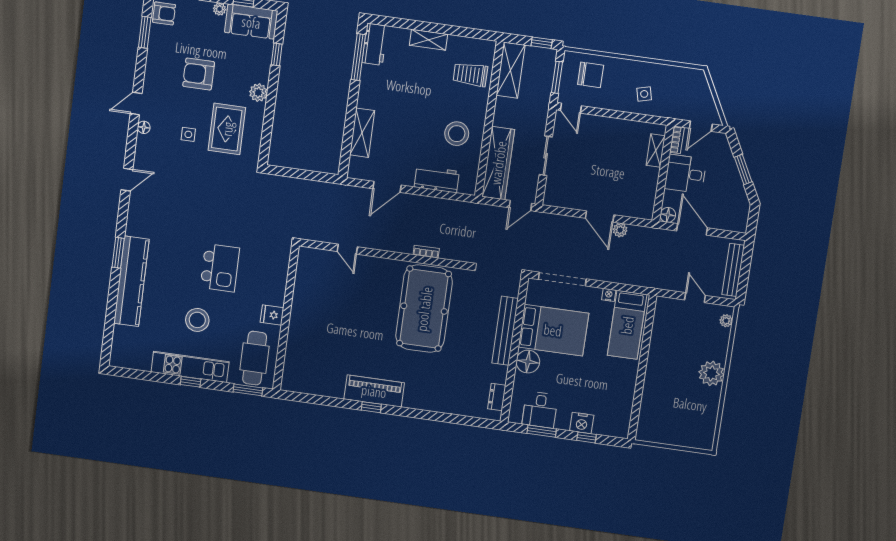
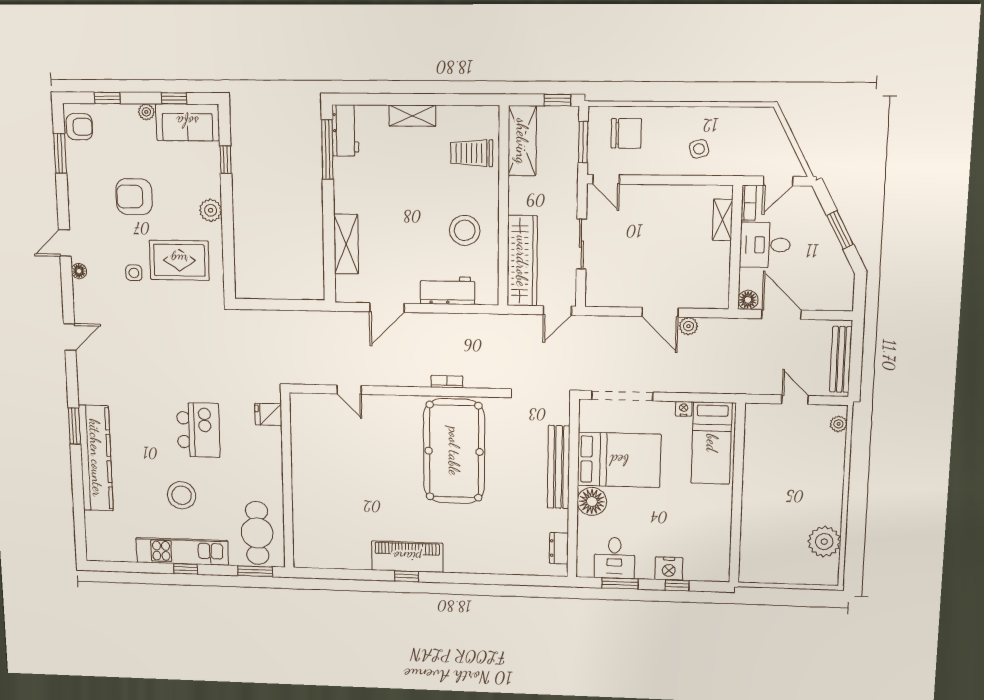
rug: (227, 129) -> (179, 260), turned 90
fridge: (272, 315) -> (268, 414), moved
plant: (711, 373) -> (824, 542), moved

